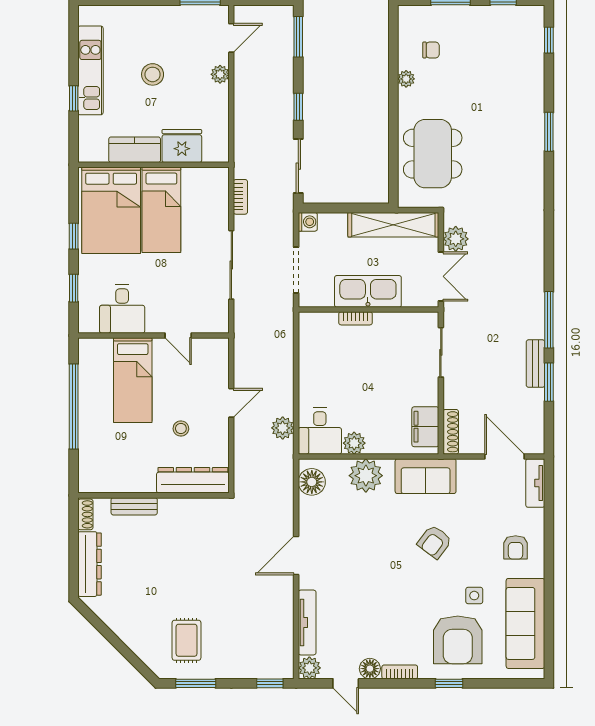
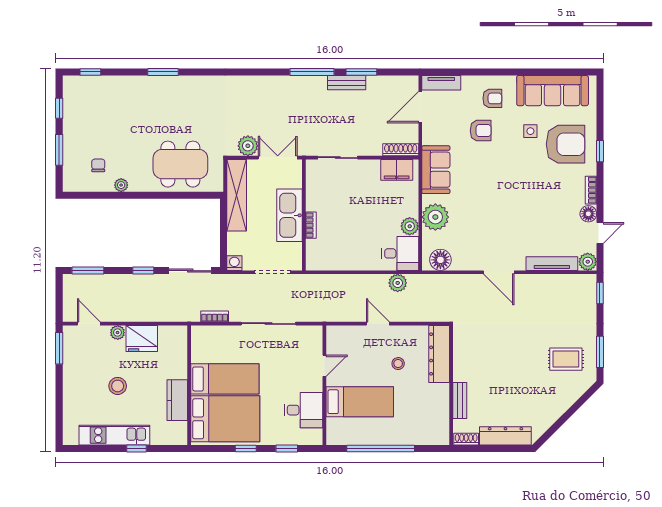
fridge: (182, 146) -> (142, 338), moved, turned -90
armchair: (435, 542) -> (481, 131), moved, turned -37

